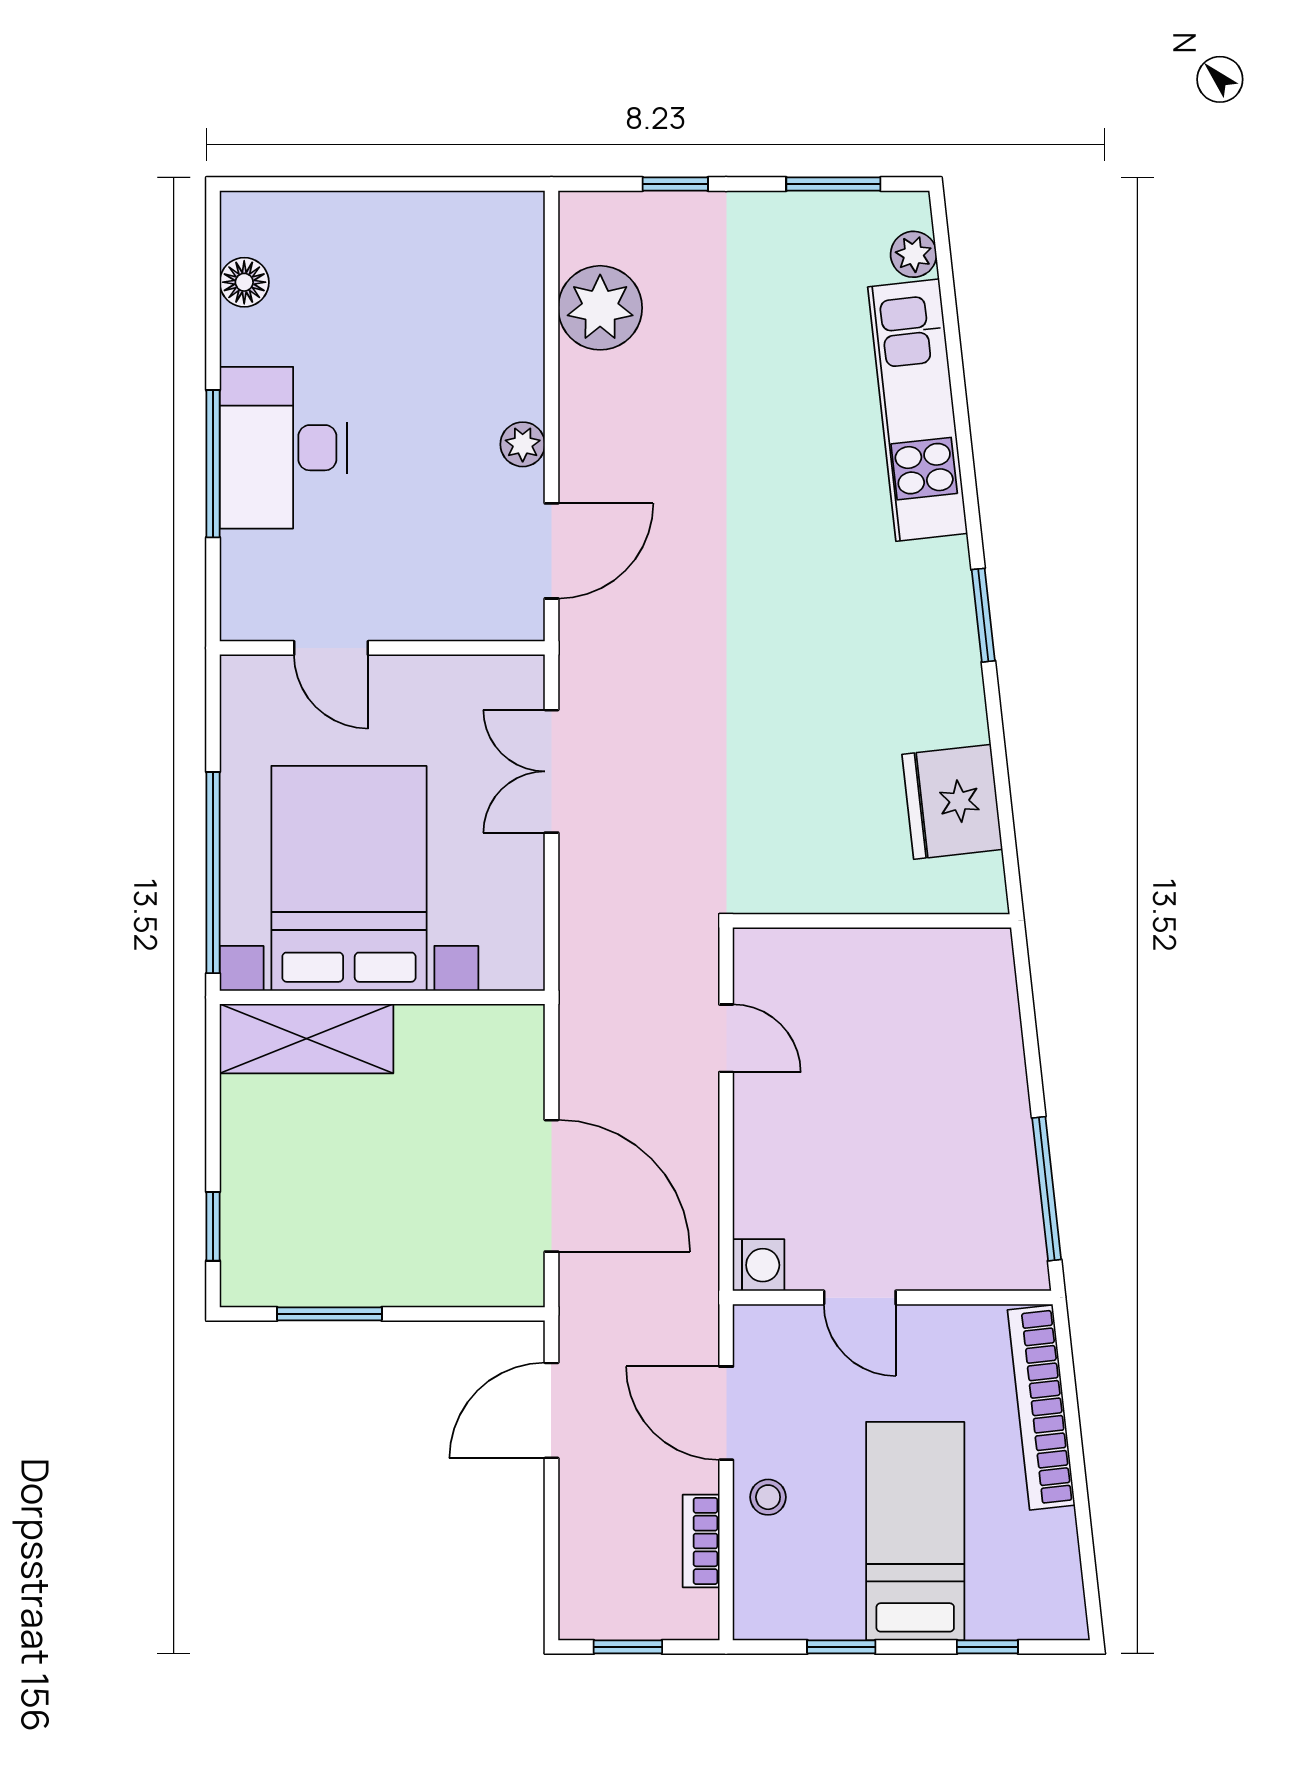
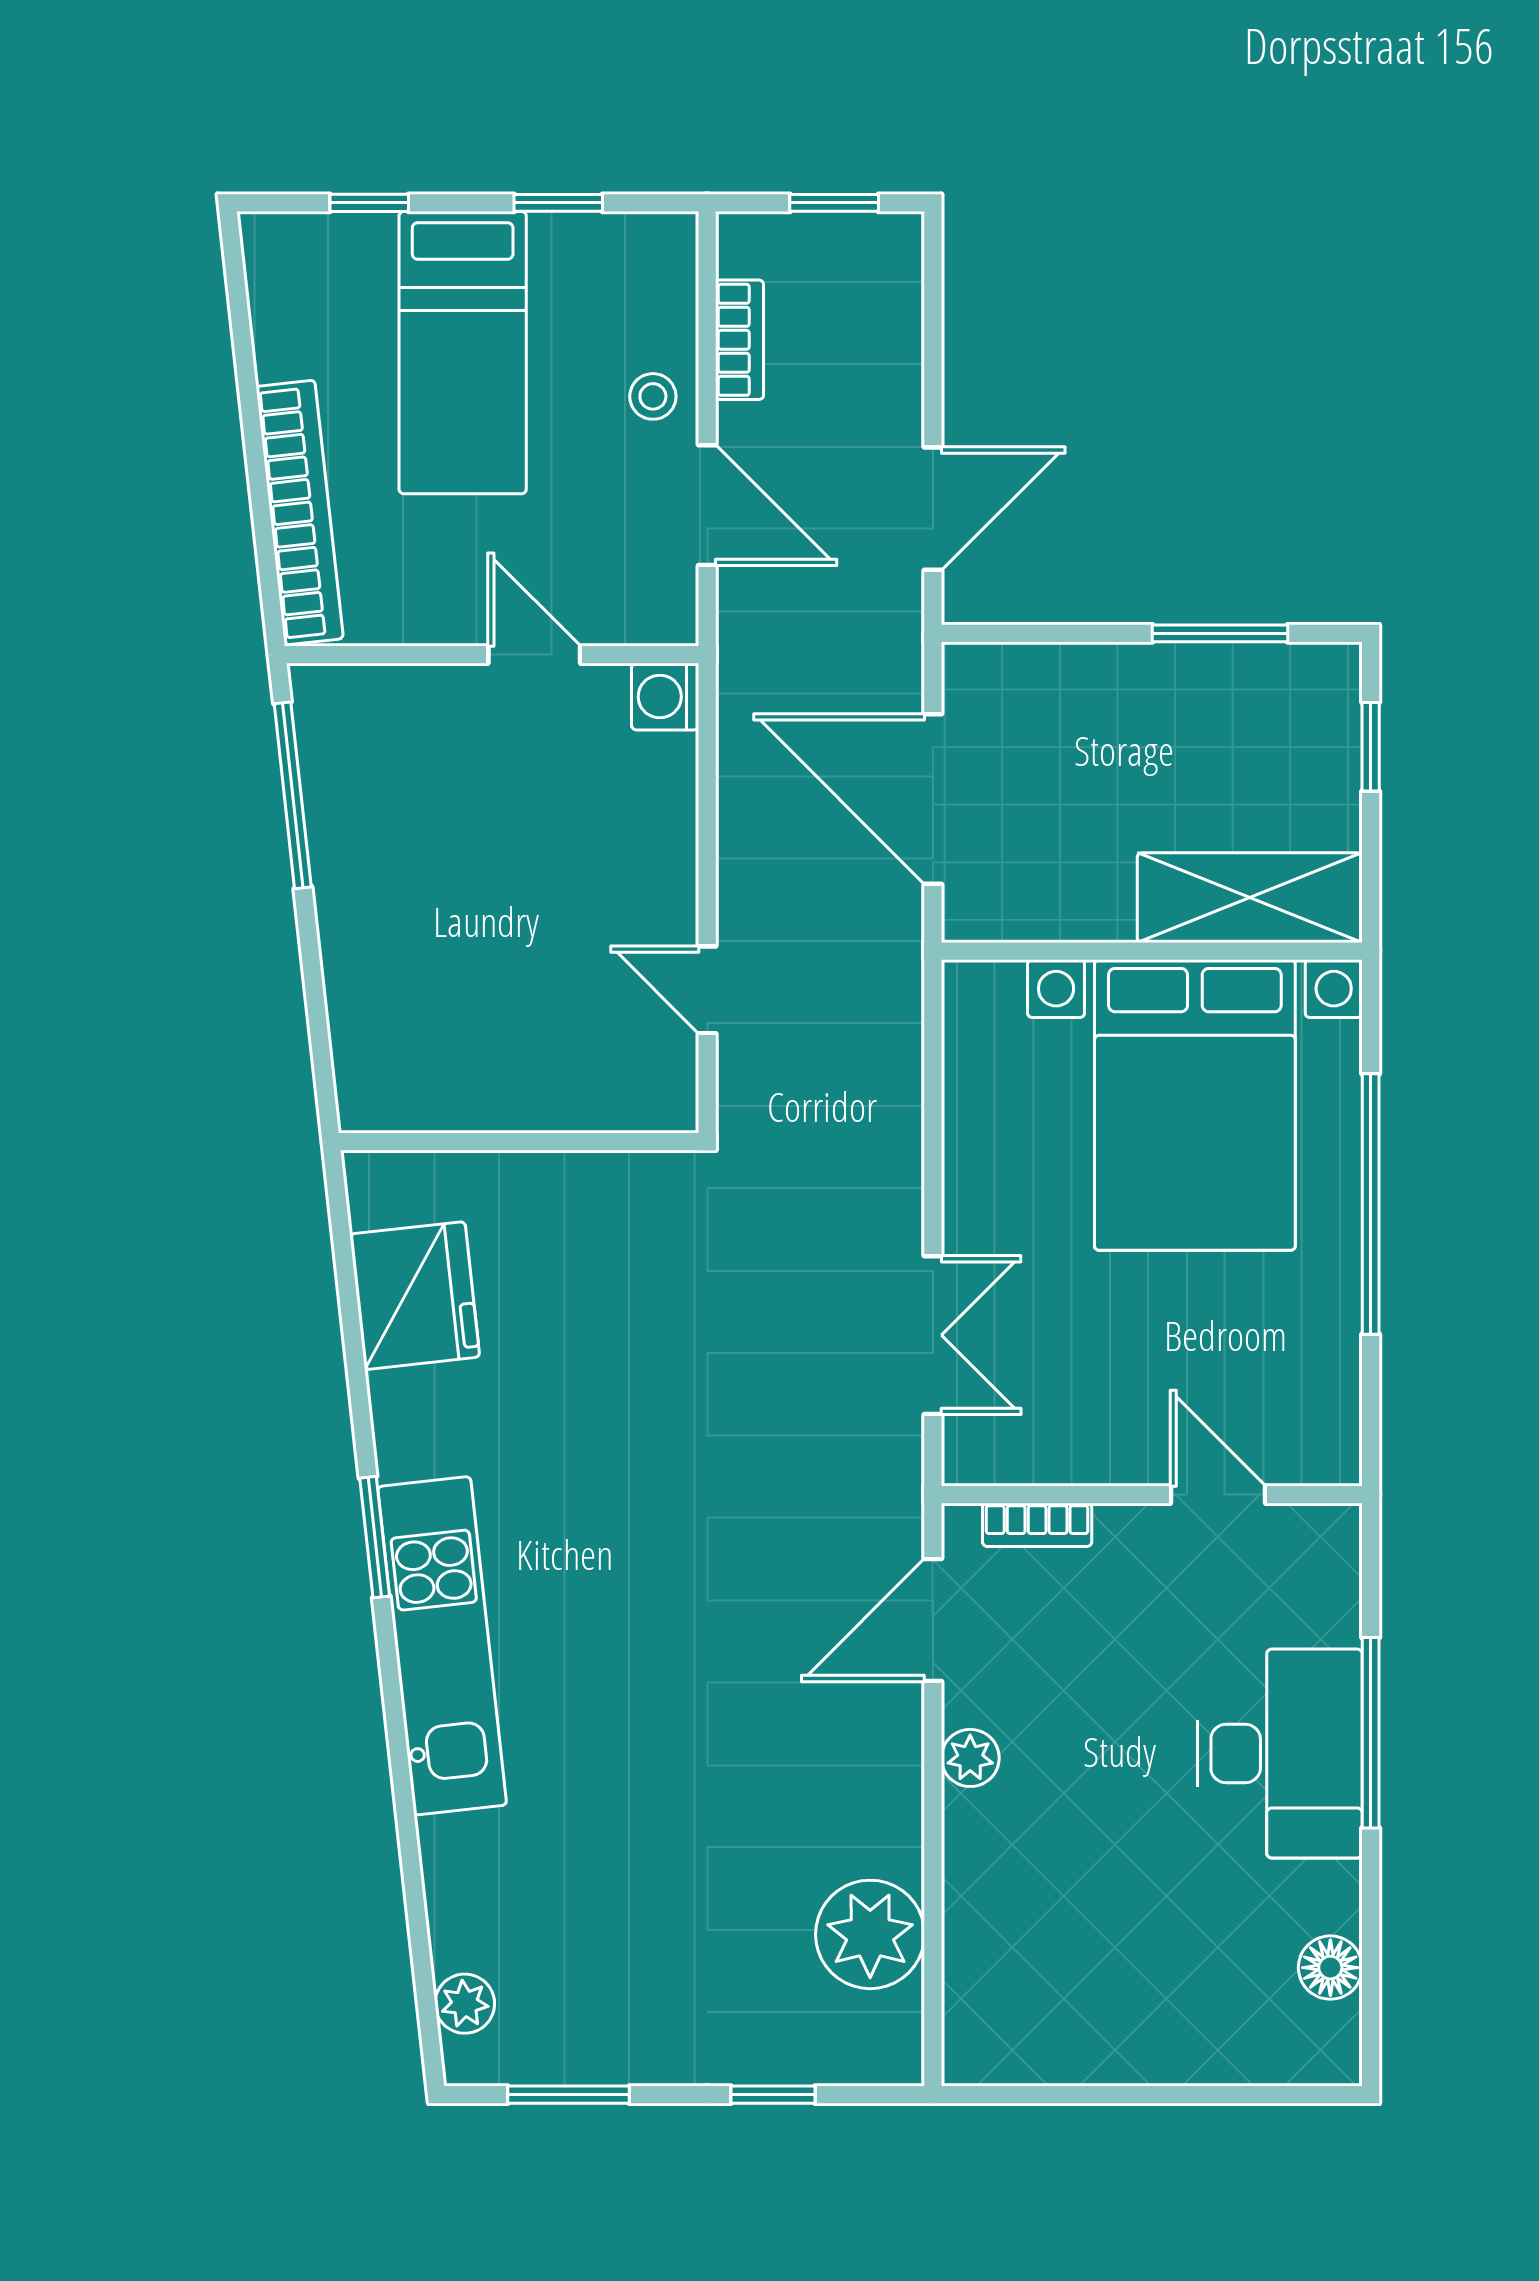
kitchen unit: (918, 410) -> (442, 1646), moved
bookcase: (471, 625) -> (1037, 1525), added
bed with nightstands: (349, 878) -> (1195, 1105), moved
wall: (382, 997) -> (1152, 951), moved
shelving: (306, 1039) -> (1250, 898), moved

